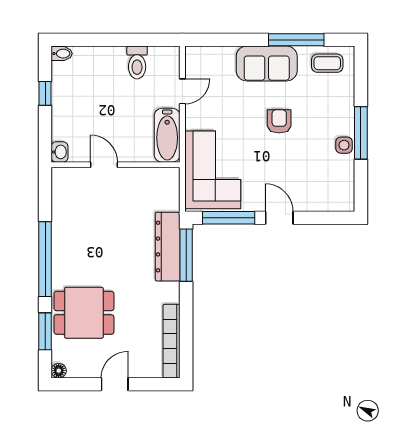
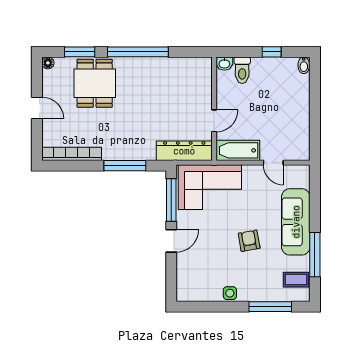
toilet: (137, 62) -> (242, 70), moved, turned -90
sofa: (267, 63) -> (296, 222), width x1.36
coffee table: (327, 63) -> (296, 280), turned 90
armchair: (279, 121) -> (249, 241), turned -100
window: (361, 133) -> (270, 307), moved
door: (104, 165) -> (214, 121), moved
dresser: (168, 247) -> (184, 151), moved
window: (186, 255) -> (125, 166), moved

